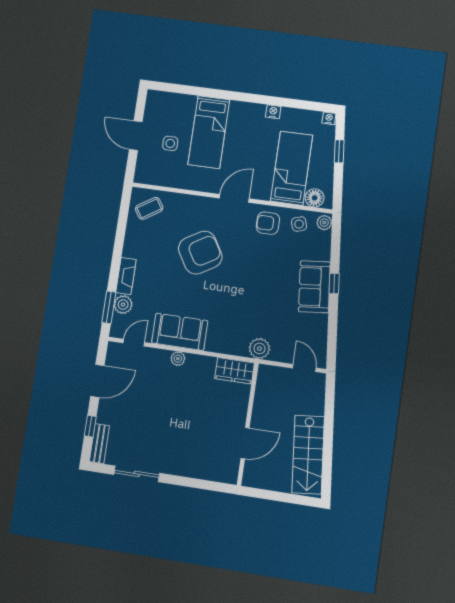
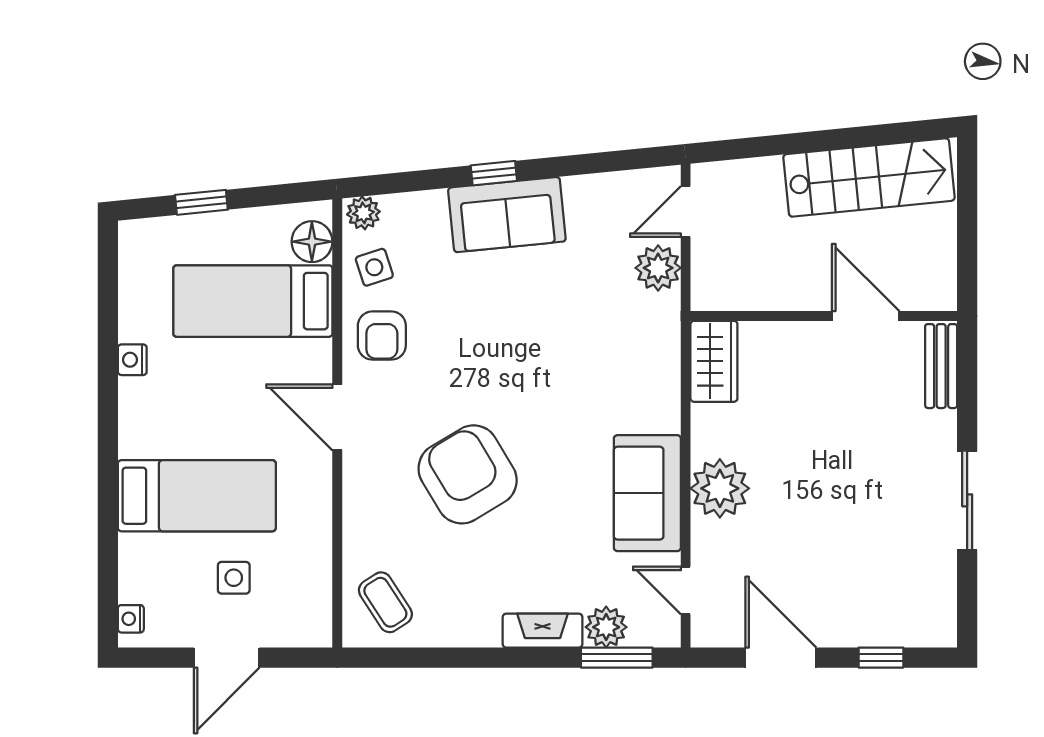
nightstand: (329, 118) -> (131, 619), moved
plant: (259, 349) -> (658, 268), moved
plant: (178, 359) -> (720, 488), width x1.88, depth x1.88
bench: (99, 444) -> (941, 366), moved, turned 90
sliding door: (137, 474) -> (967, 500), moved

